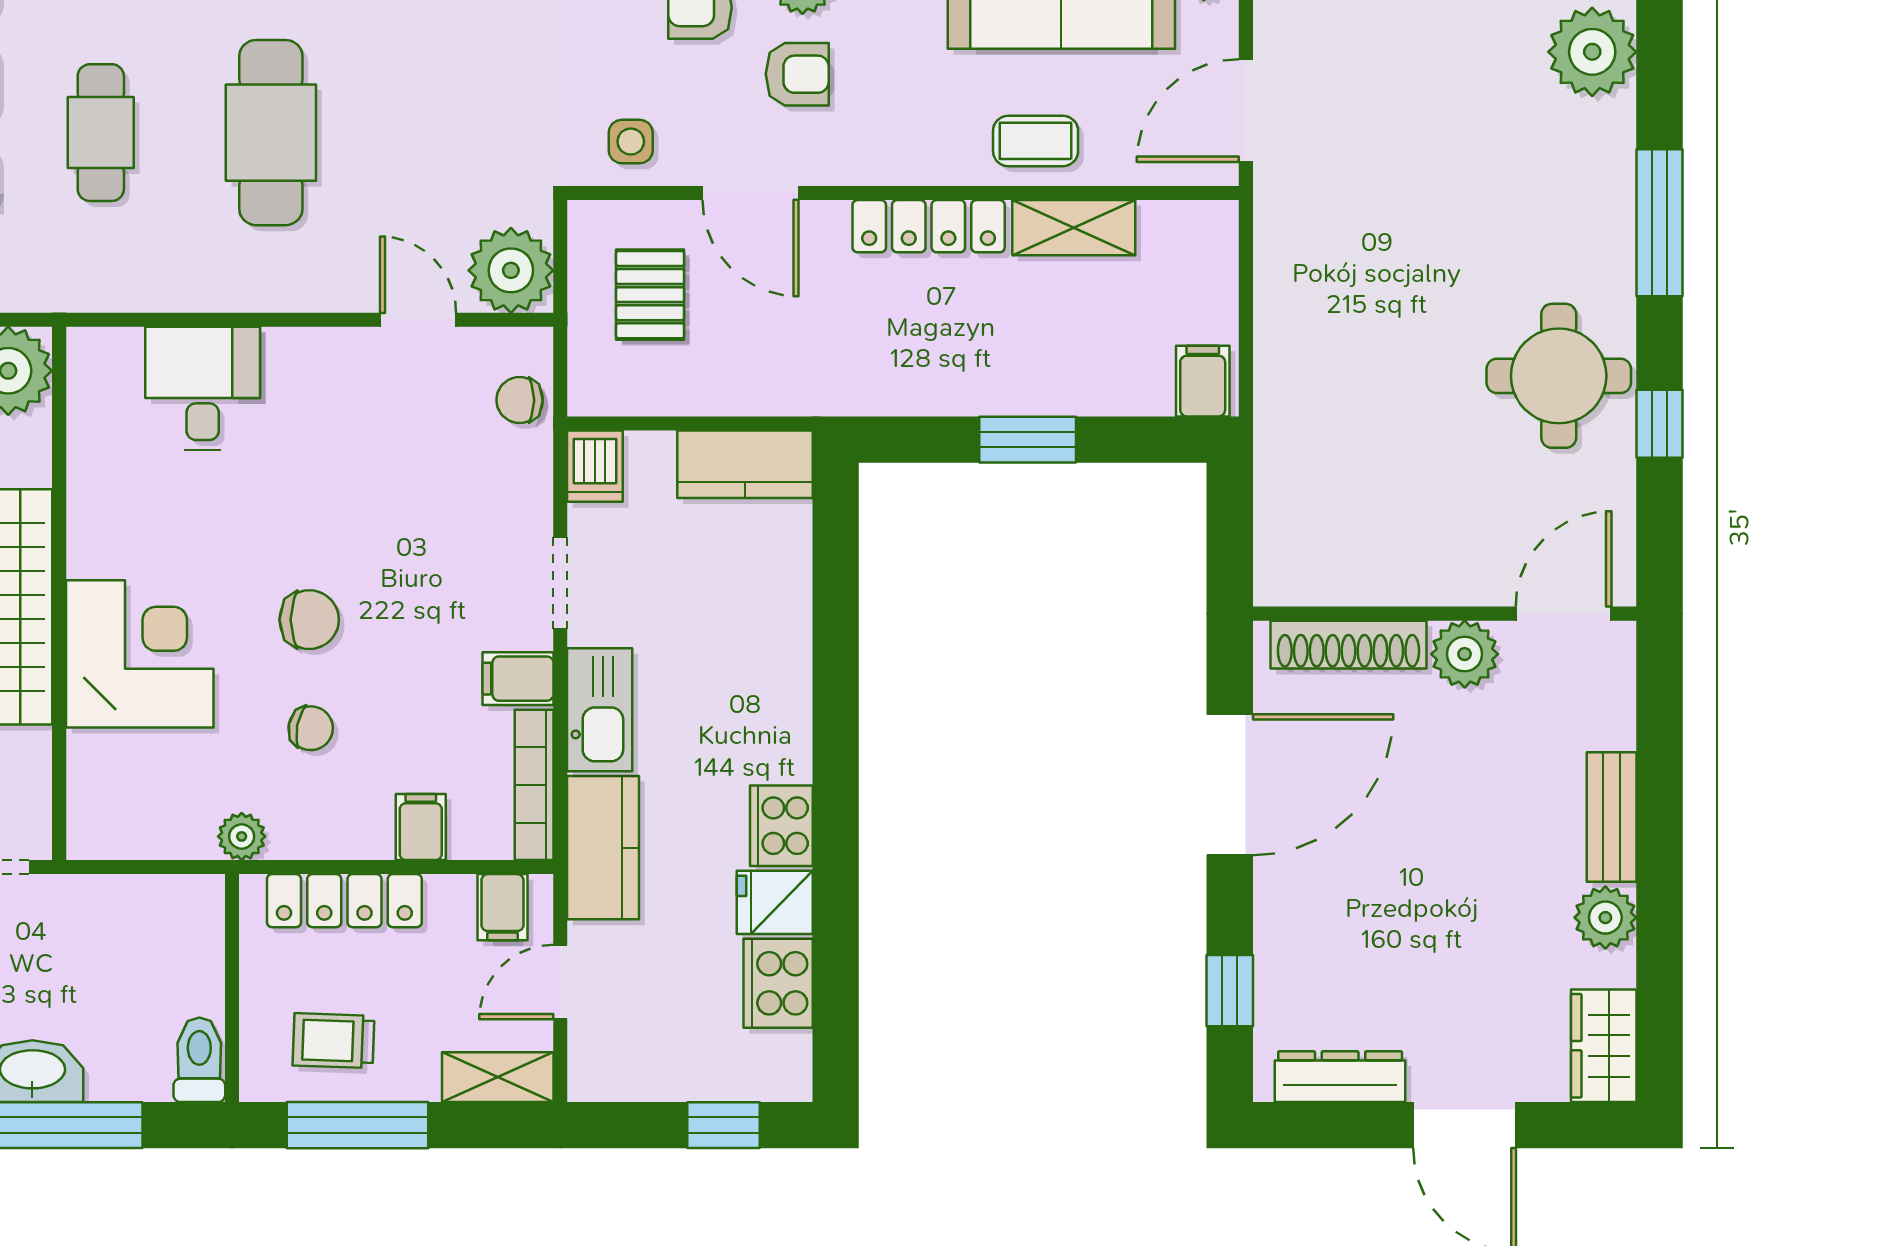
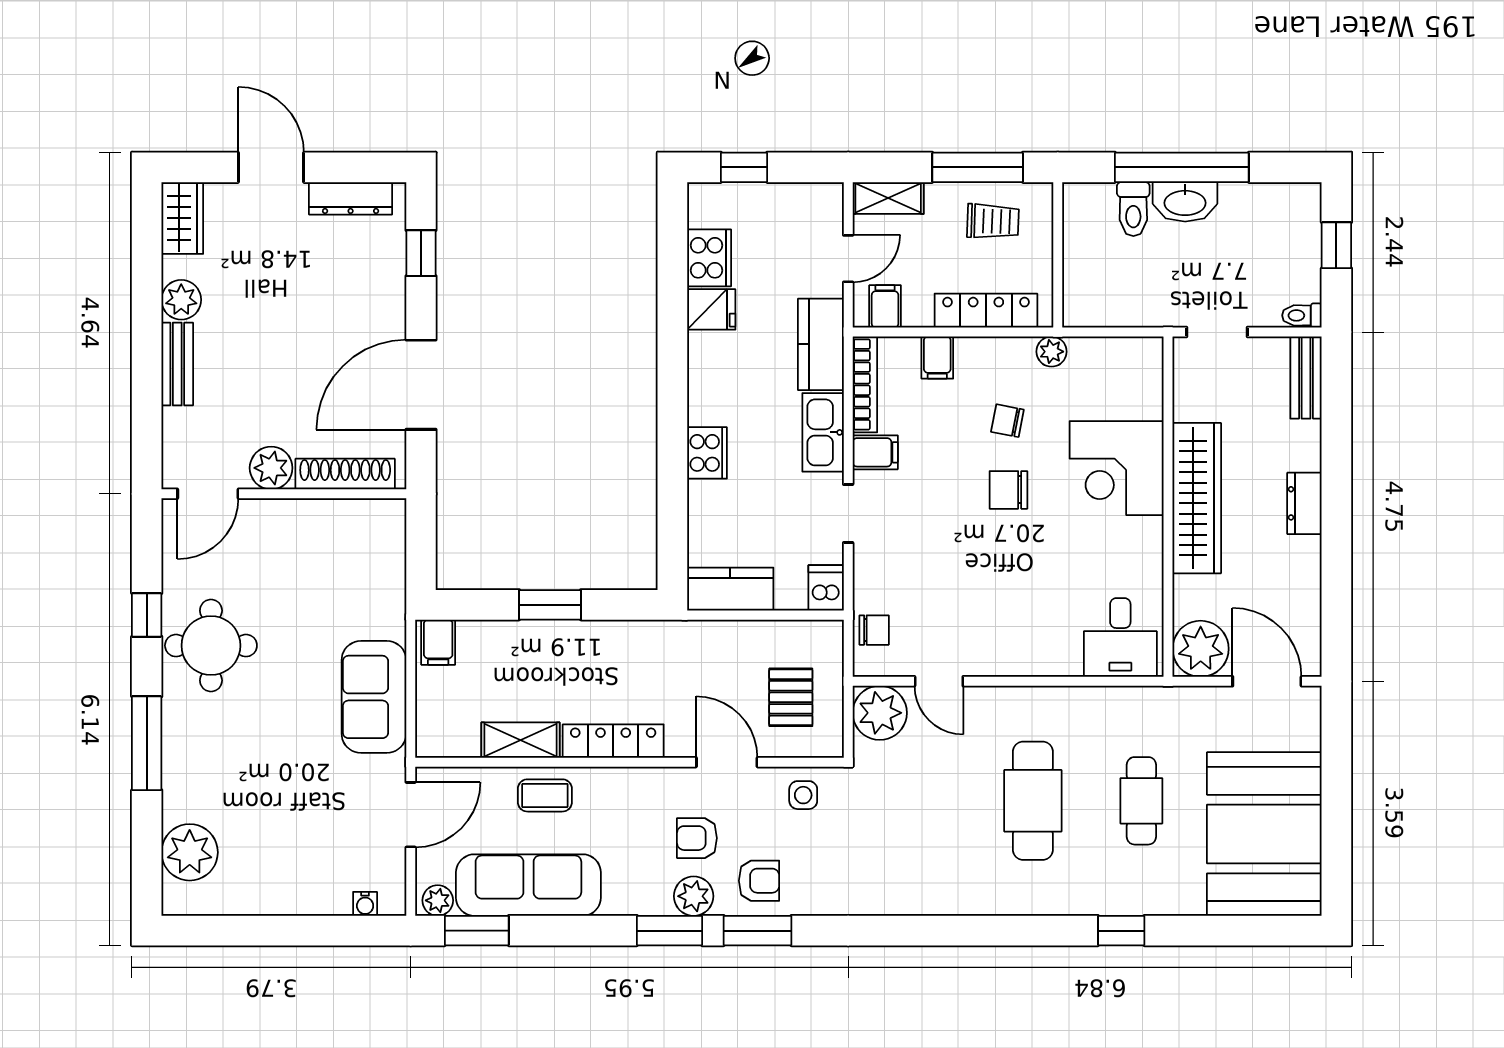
sofa: (1303, 295) -> (374, 697), added
desk: (203, 388) -> (1120, 638), moved
cooker: (781, 826) -> (707, 453), moved
toilet: (199, 1060) -> (1133, 209), moved

